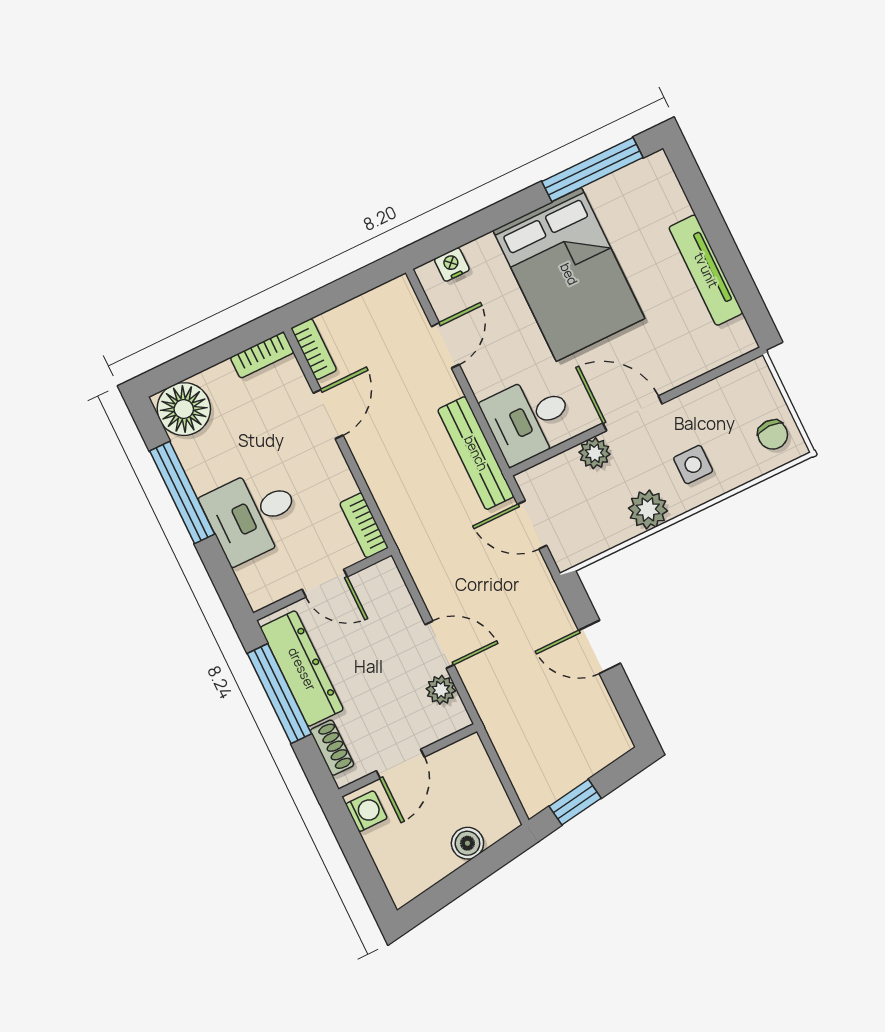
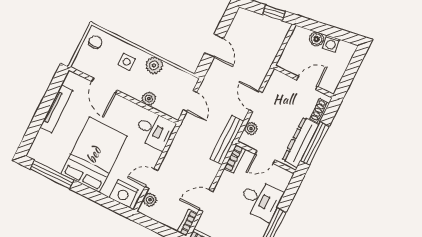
nightstand: (452, 265) -> (124, 194), width x1.89, depth x1.79
plant: (408, 313) -> (150, 200), added
door: (632, 413) -> (104, 86), moved
bench: (476, 453) -> (227, 140), moved
door: (325, 583) -> (265, 157), swing flipped
plant: (441, 690) -> (251, 129), moved
washing machine: (366, 811) -> (331, 44), moved, turned -99

